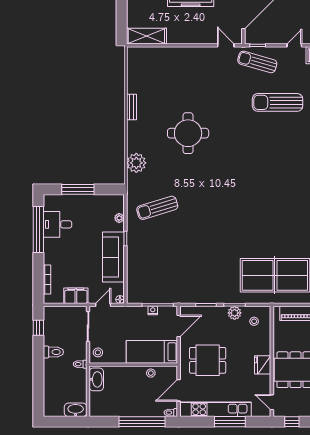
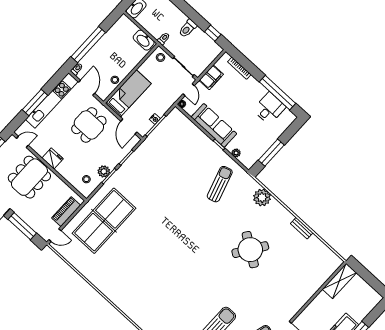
round table: (188, 133) -> (250, 250), turned 34
window: (78, 189) -> (271, 153), moved

